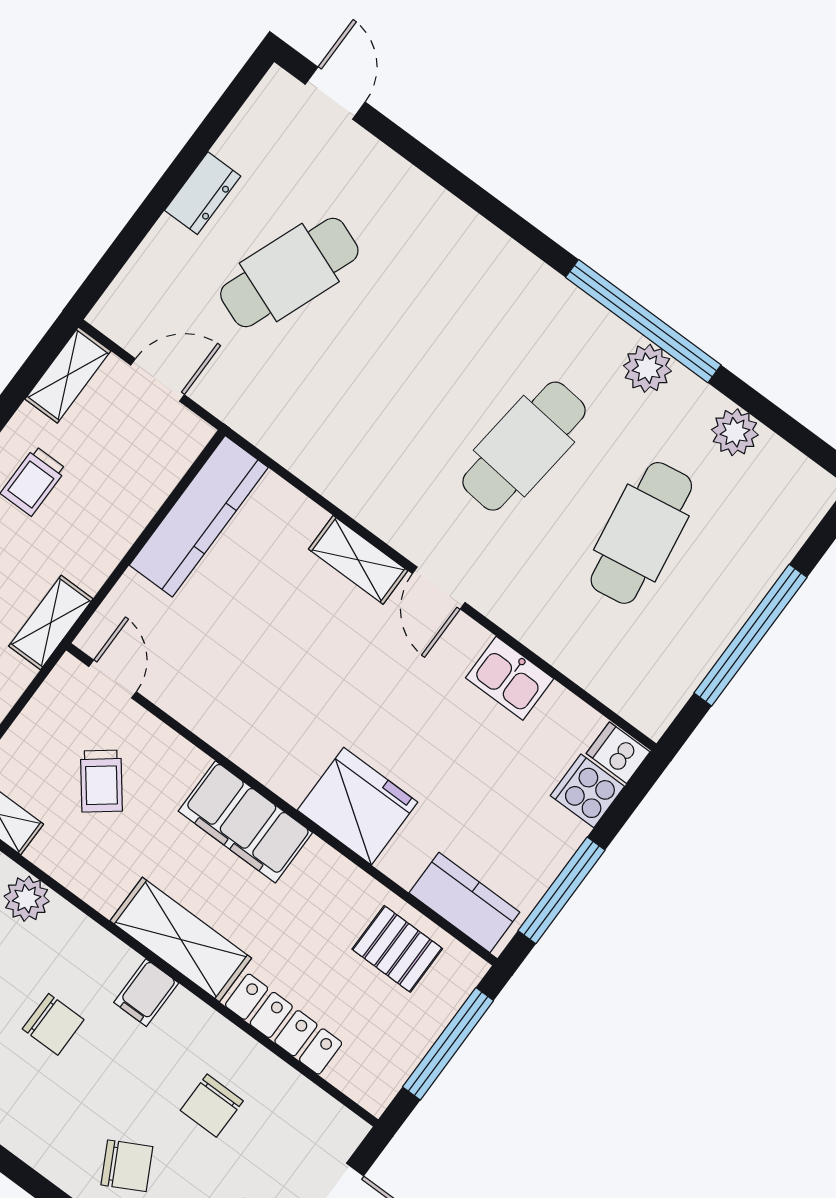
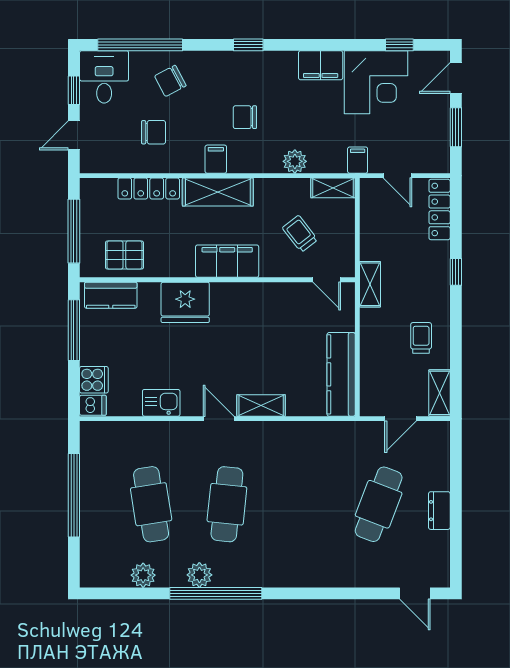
chair: (212, 1106) -> (154, 132), turned 90

